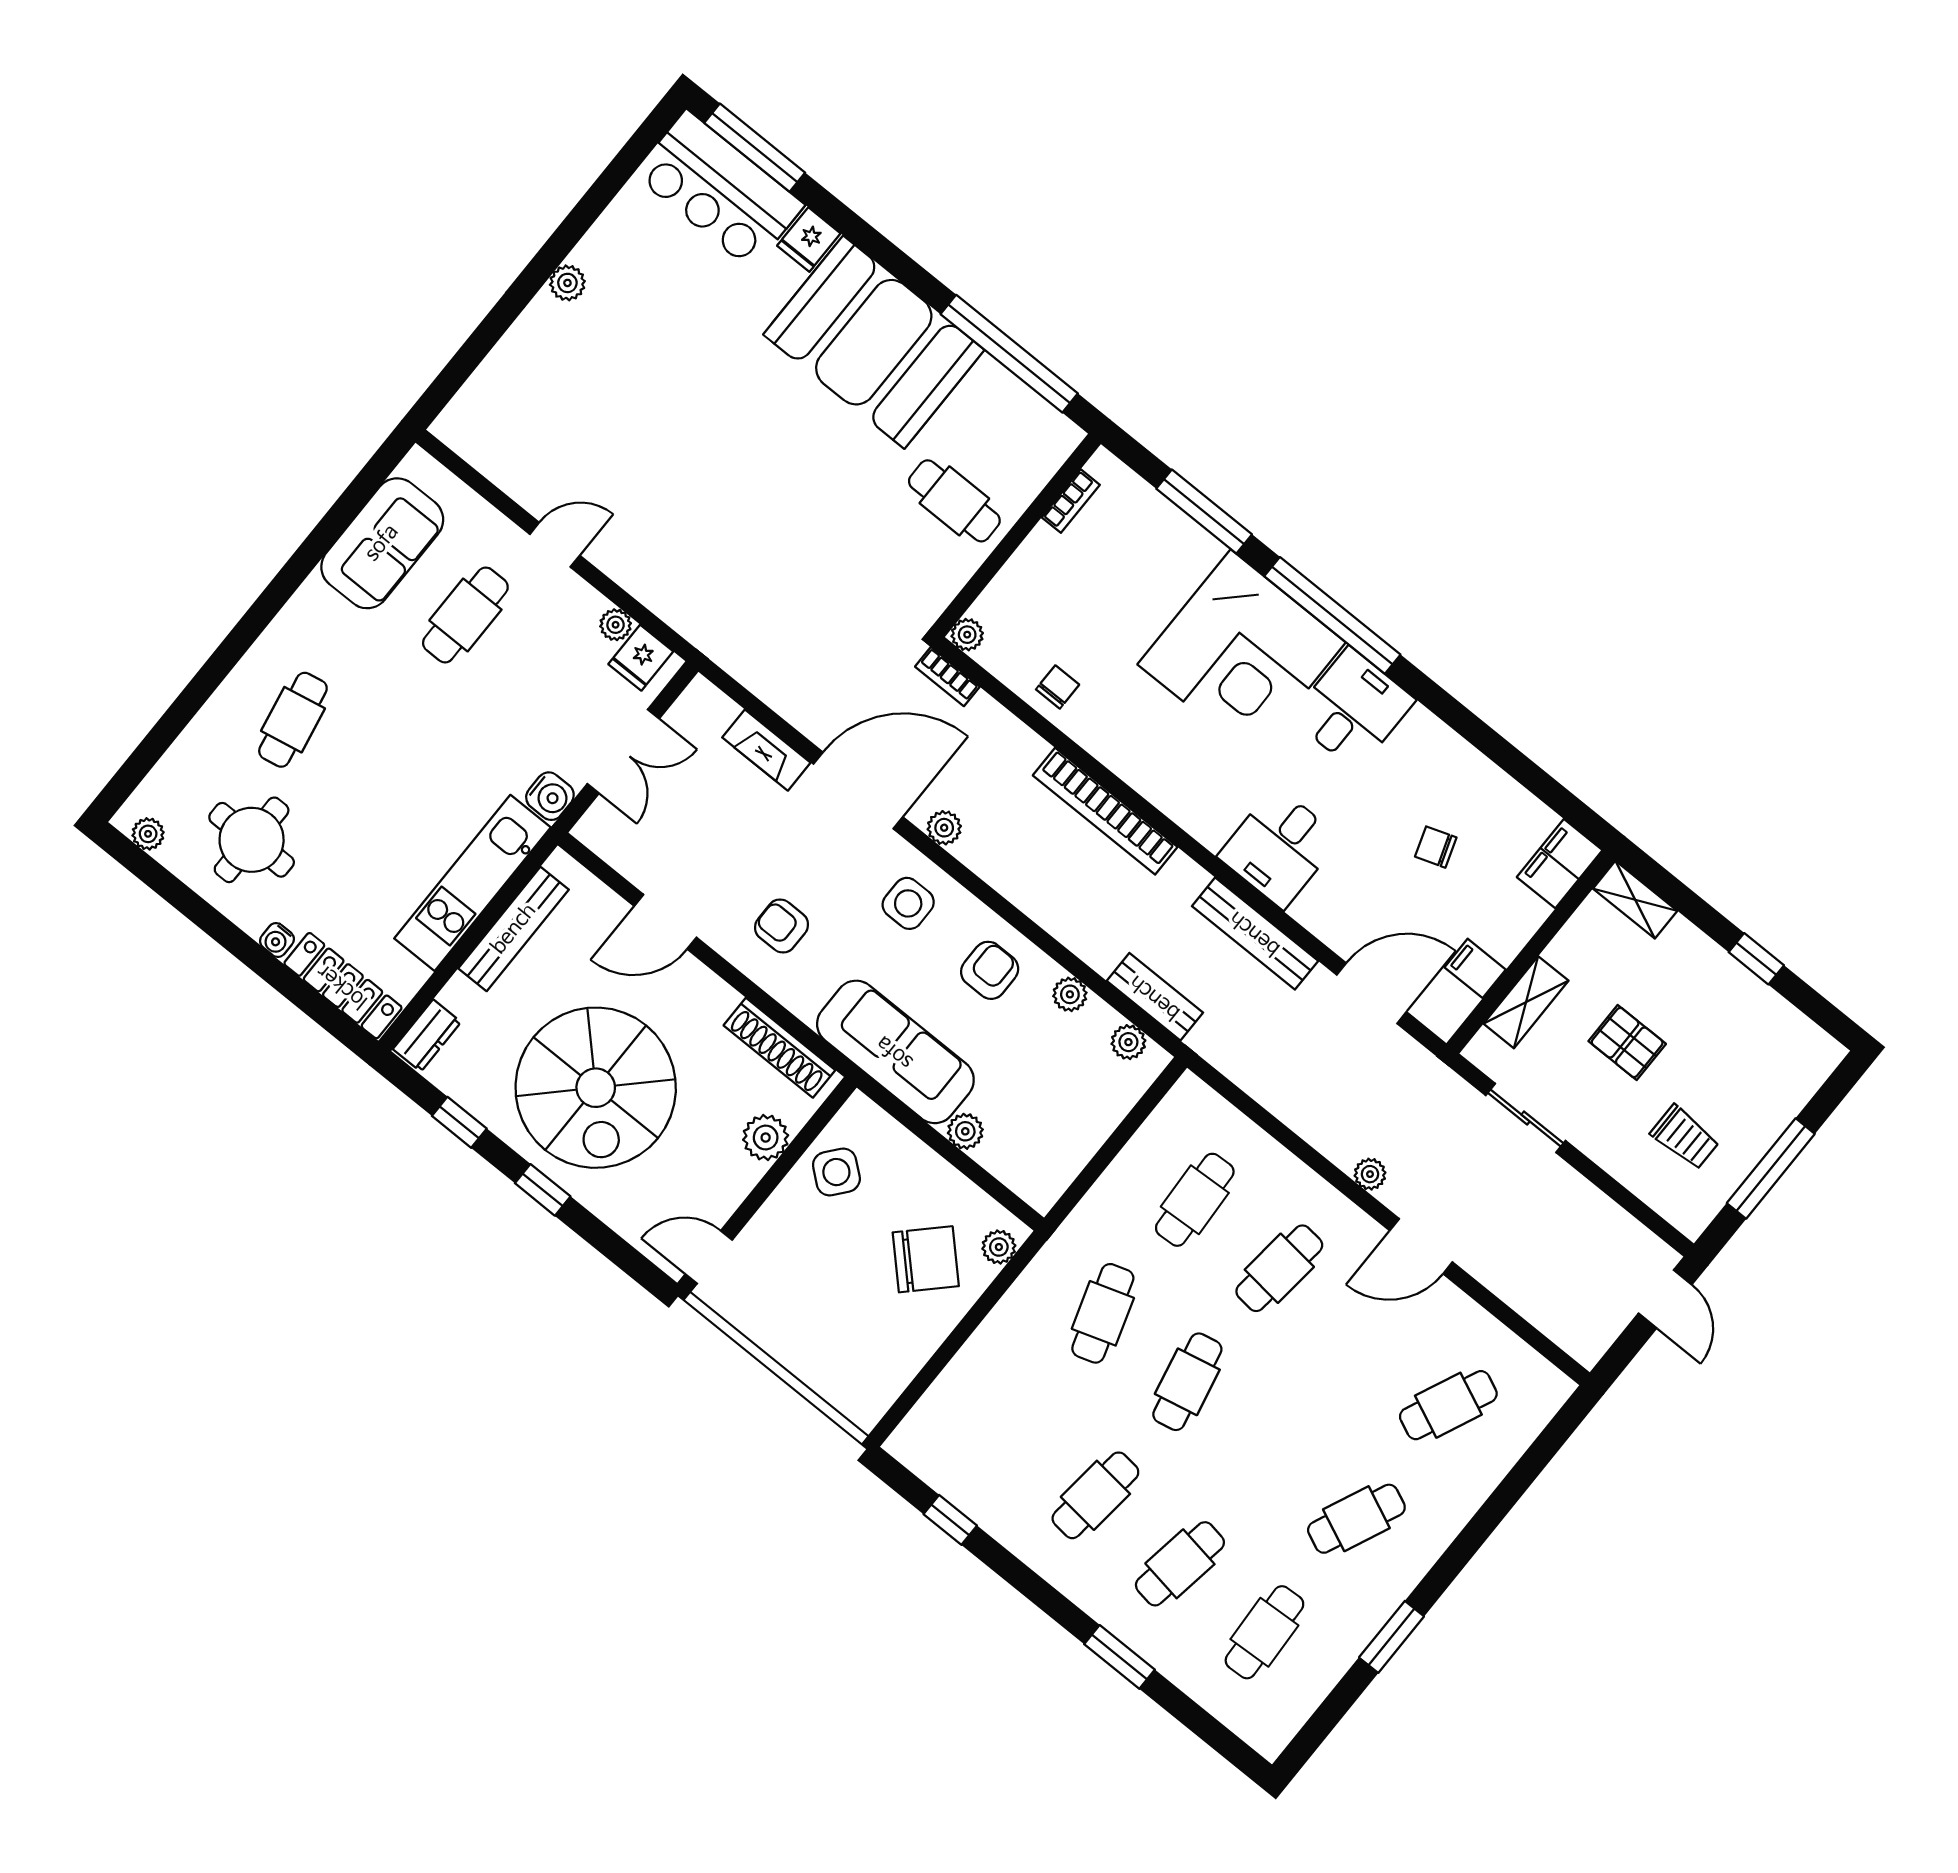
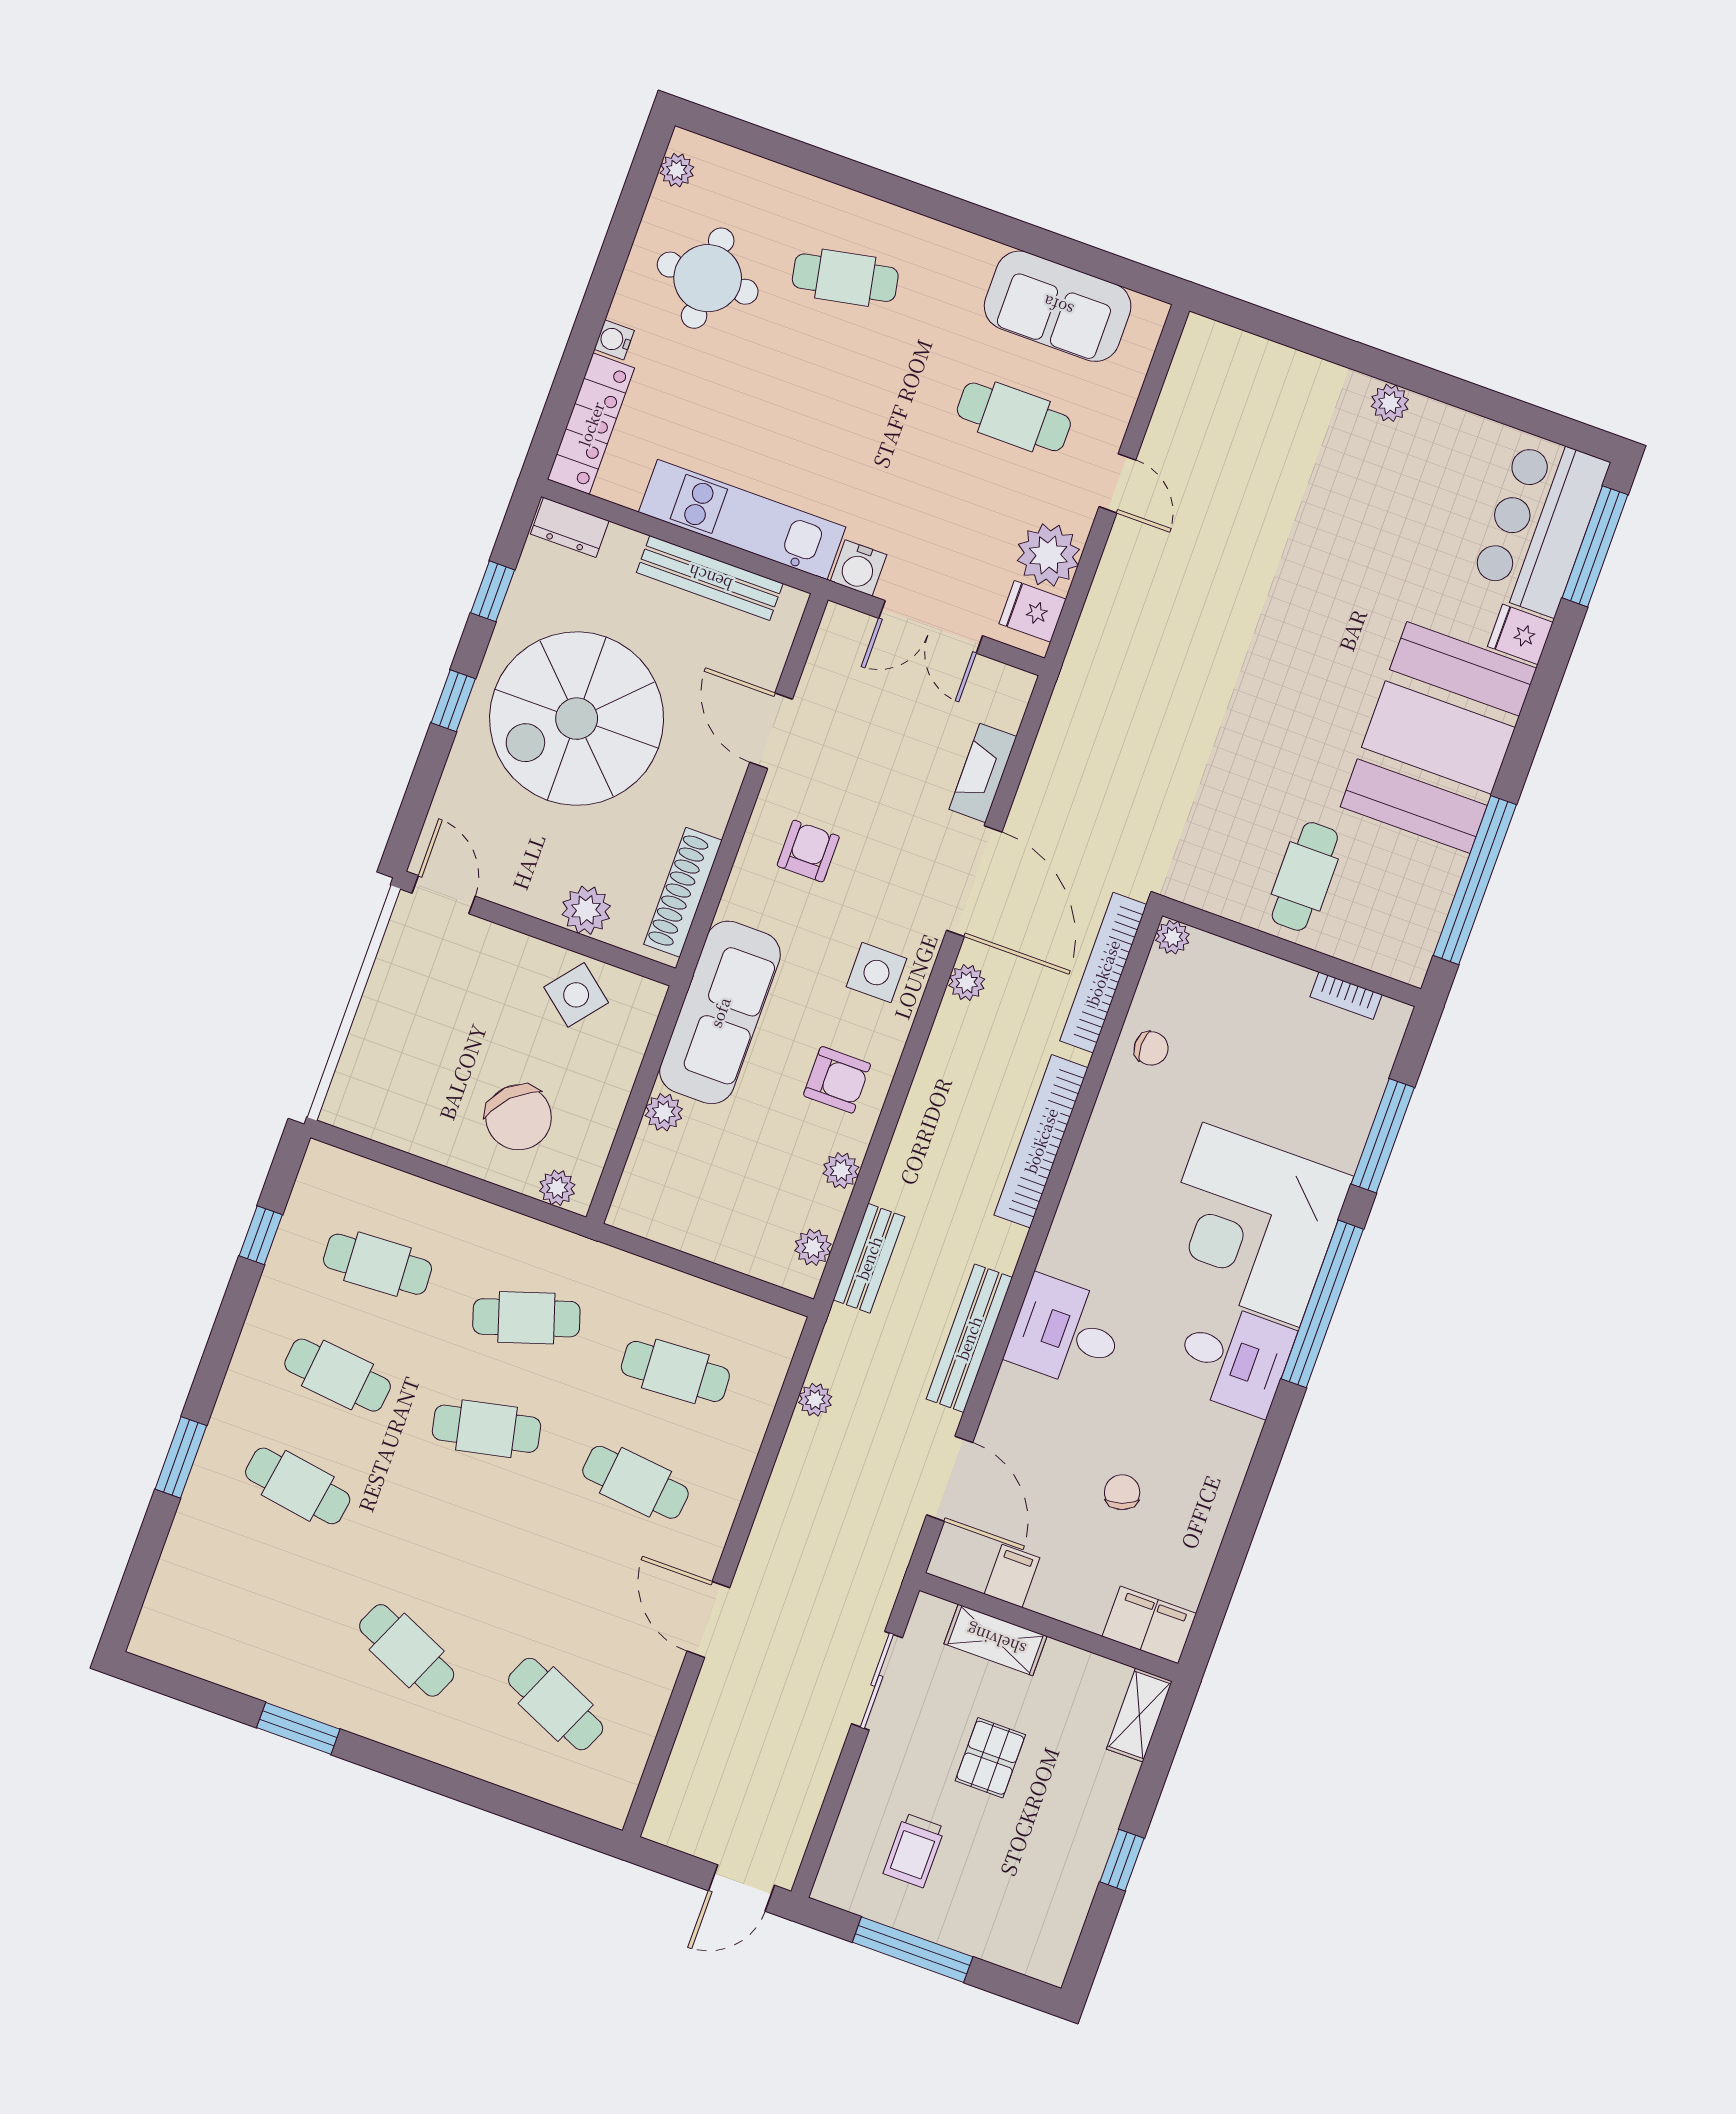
plant: (616, 625) -> (1048, 555), width x1.87, depth x1.87
bookcase: (947, 677) -> (1103, 973), width x2.31, depth x1.31
plant: (1370, 1174) -> (815, 1400), moved
cafe table: (1264, 1632) -> (377, 1264), moved

